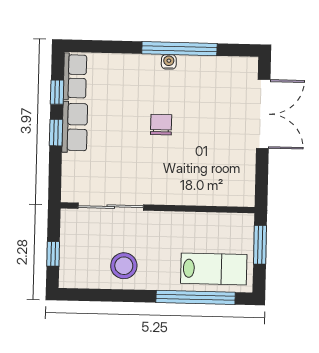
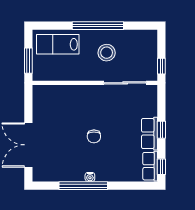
window: (57, 92) -> (161, 167), moved
window: (53, 254) -> (161, 66), moved
stool: (124, 266) -> (107, 53), moved
window: (196, 297) -> (98, 26), moved

